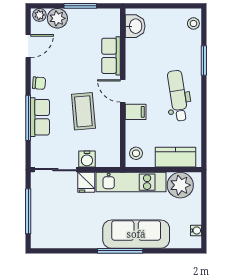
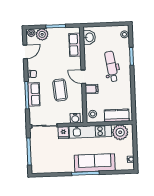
row of seats: (111, 56) -> (75, 45), moved
dental chair: (178, 96) -> (111, 66), moved
water cooler: (87, 159) -> (75, 118), moved

